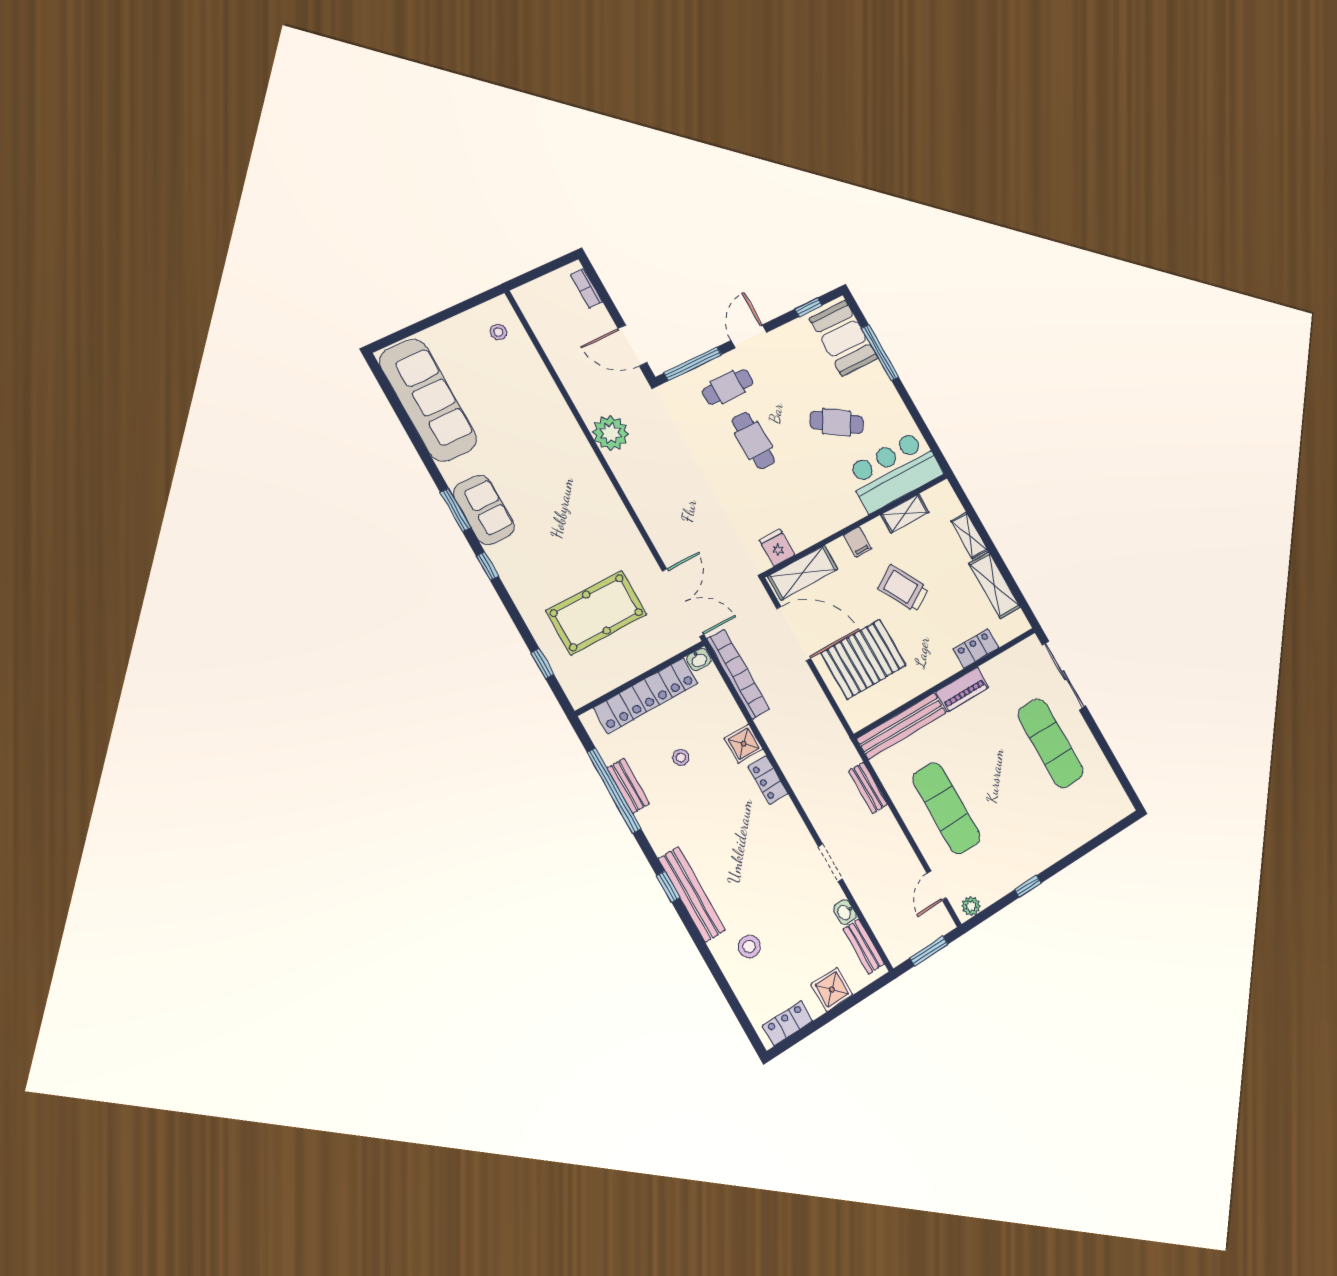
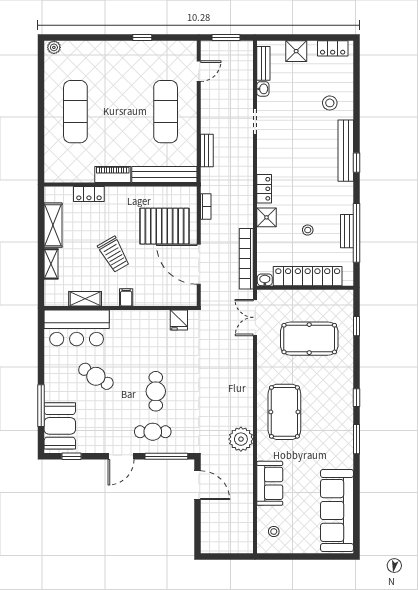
bookcase: (586, 288) -> (206, 207), moved
pool table: (574, 497) -> (284, 412), added
sofa: (484, 510) -> (270, 483), moved, turned 180
shelving: (803, 573) -> (172, 297), removed
double door: (683, 603) -> (255, 317), width x0.73
sliding door: (1064, 676) -> (41, 147), removed
plant: (971, 906) -> (54, 47), moved

